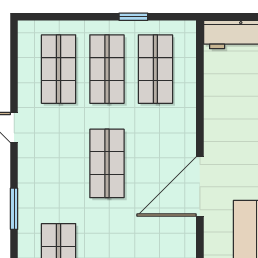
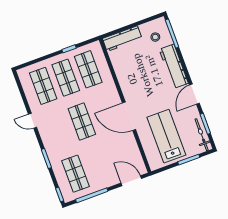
door: (200, 187) -> (129, 116), hinge flipped

